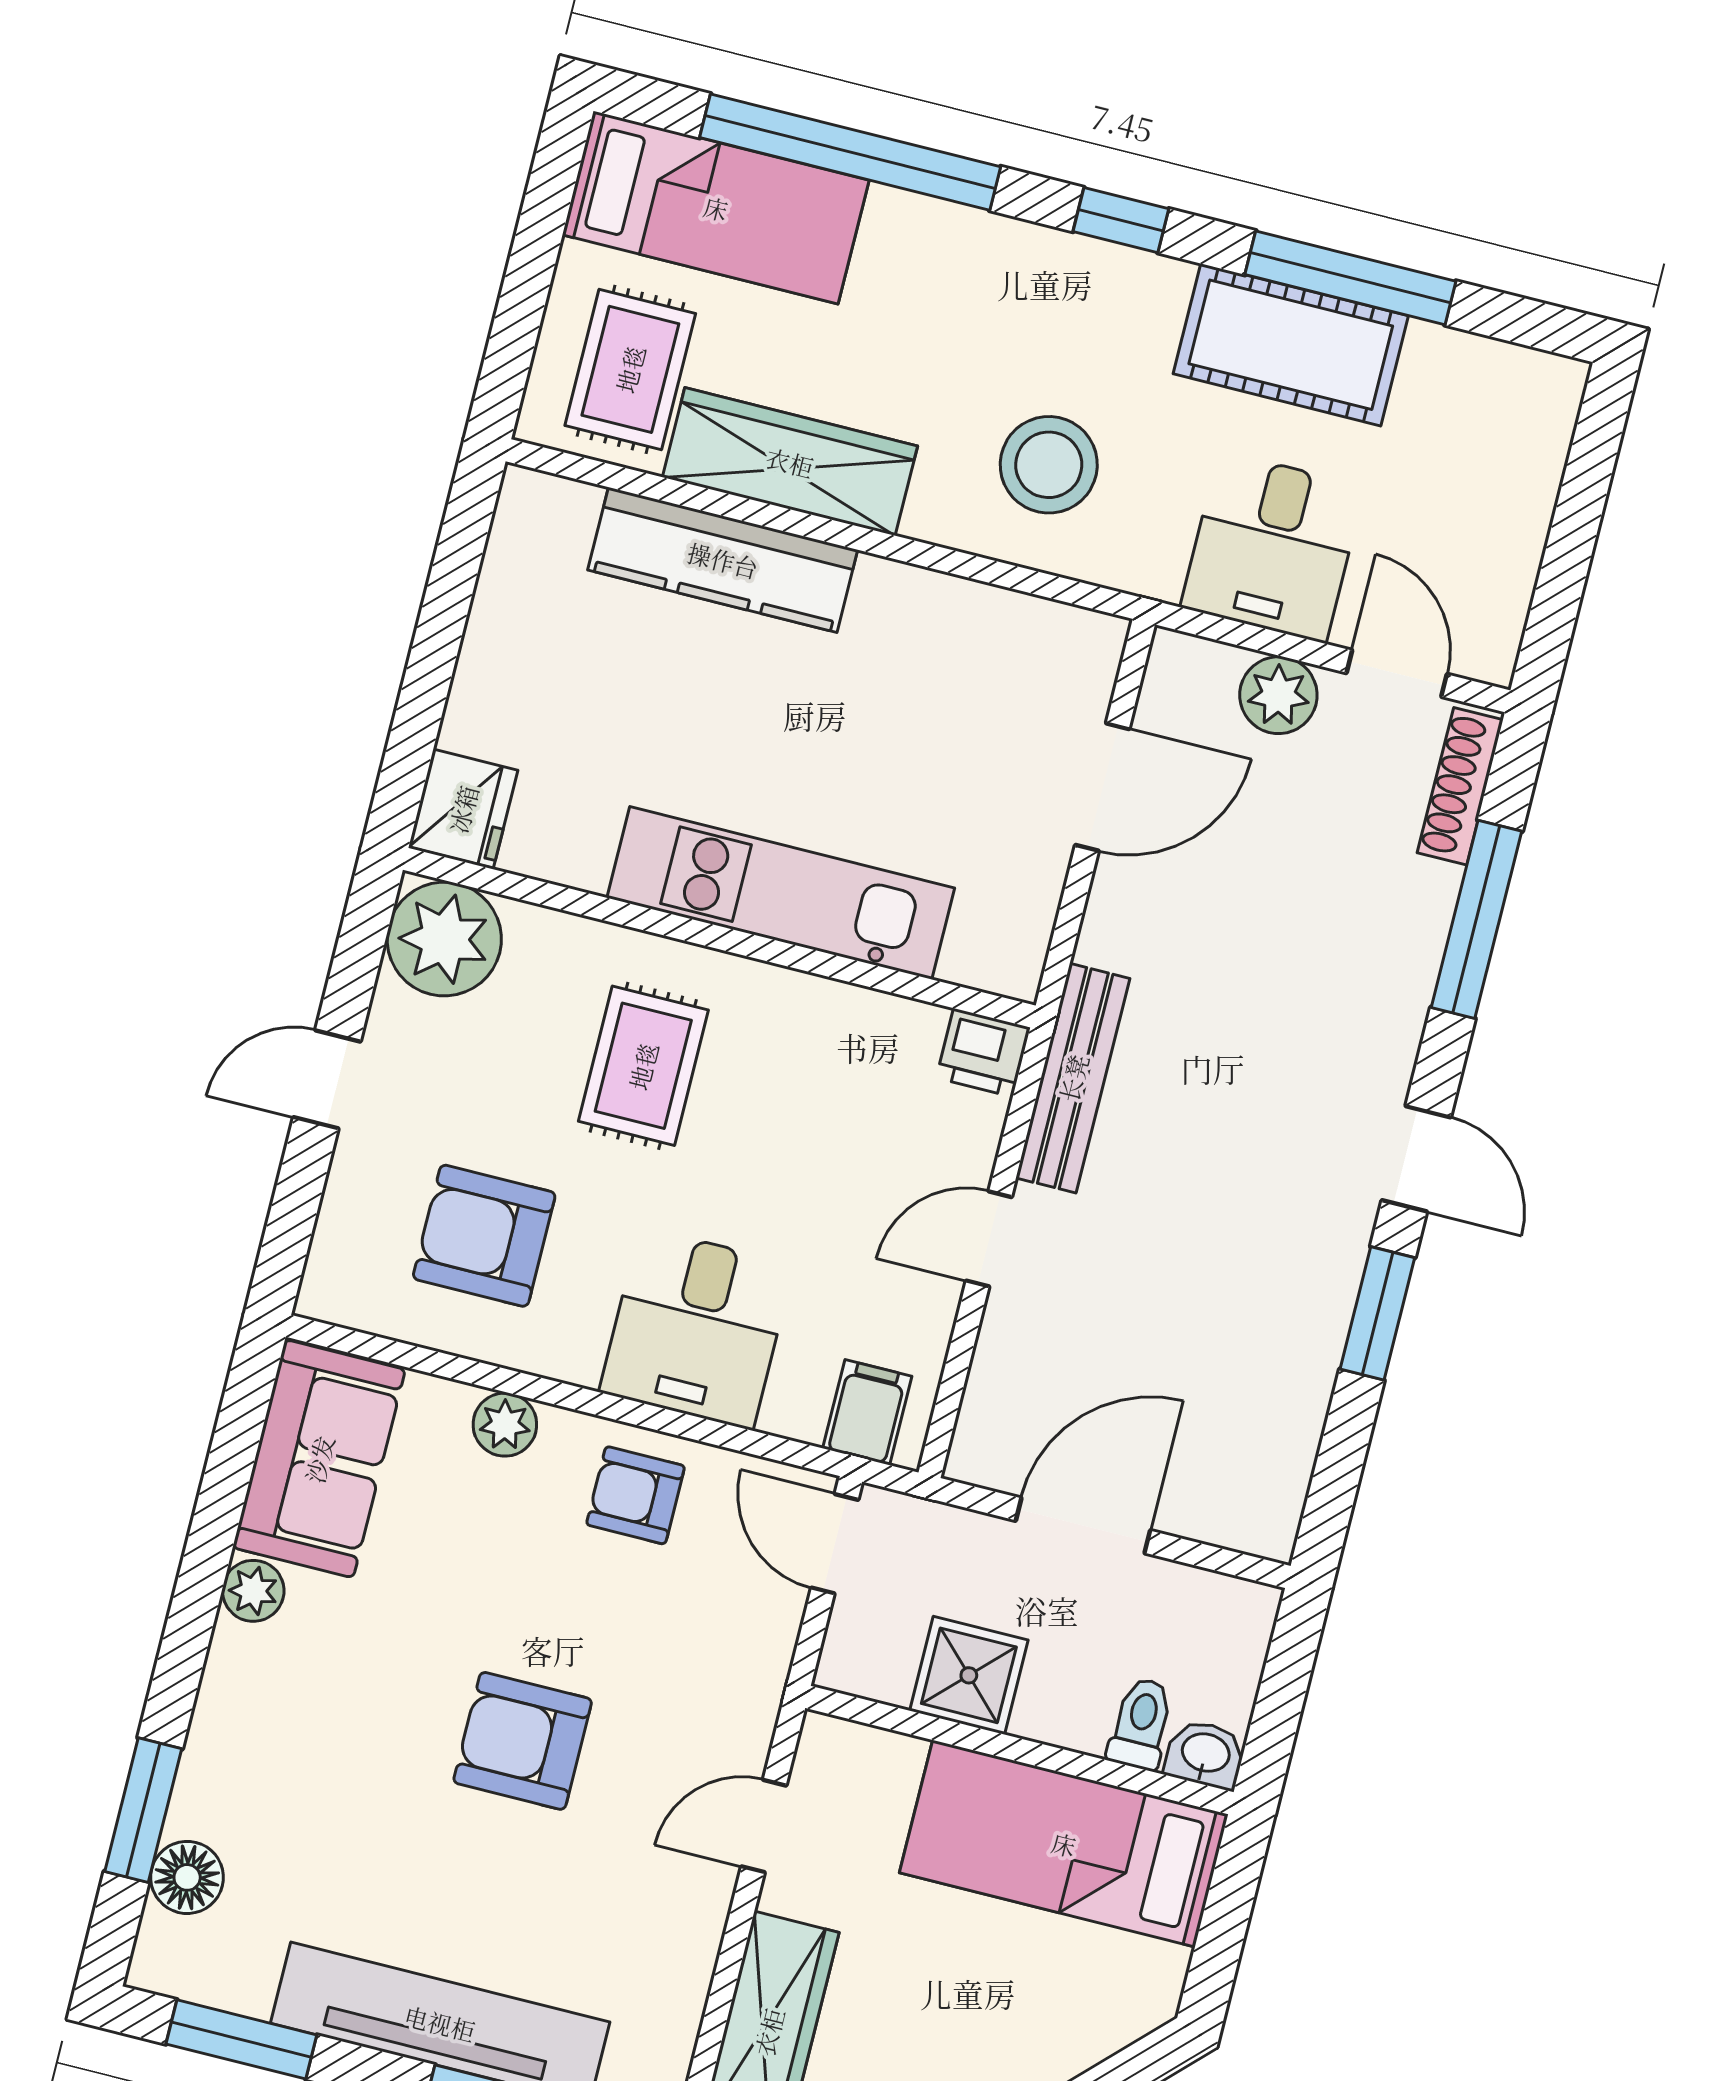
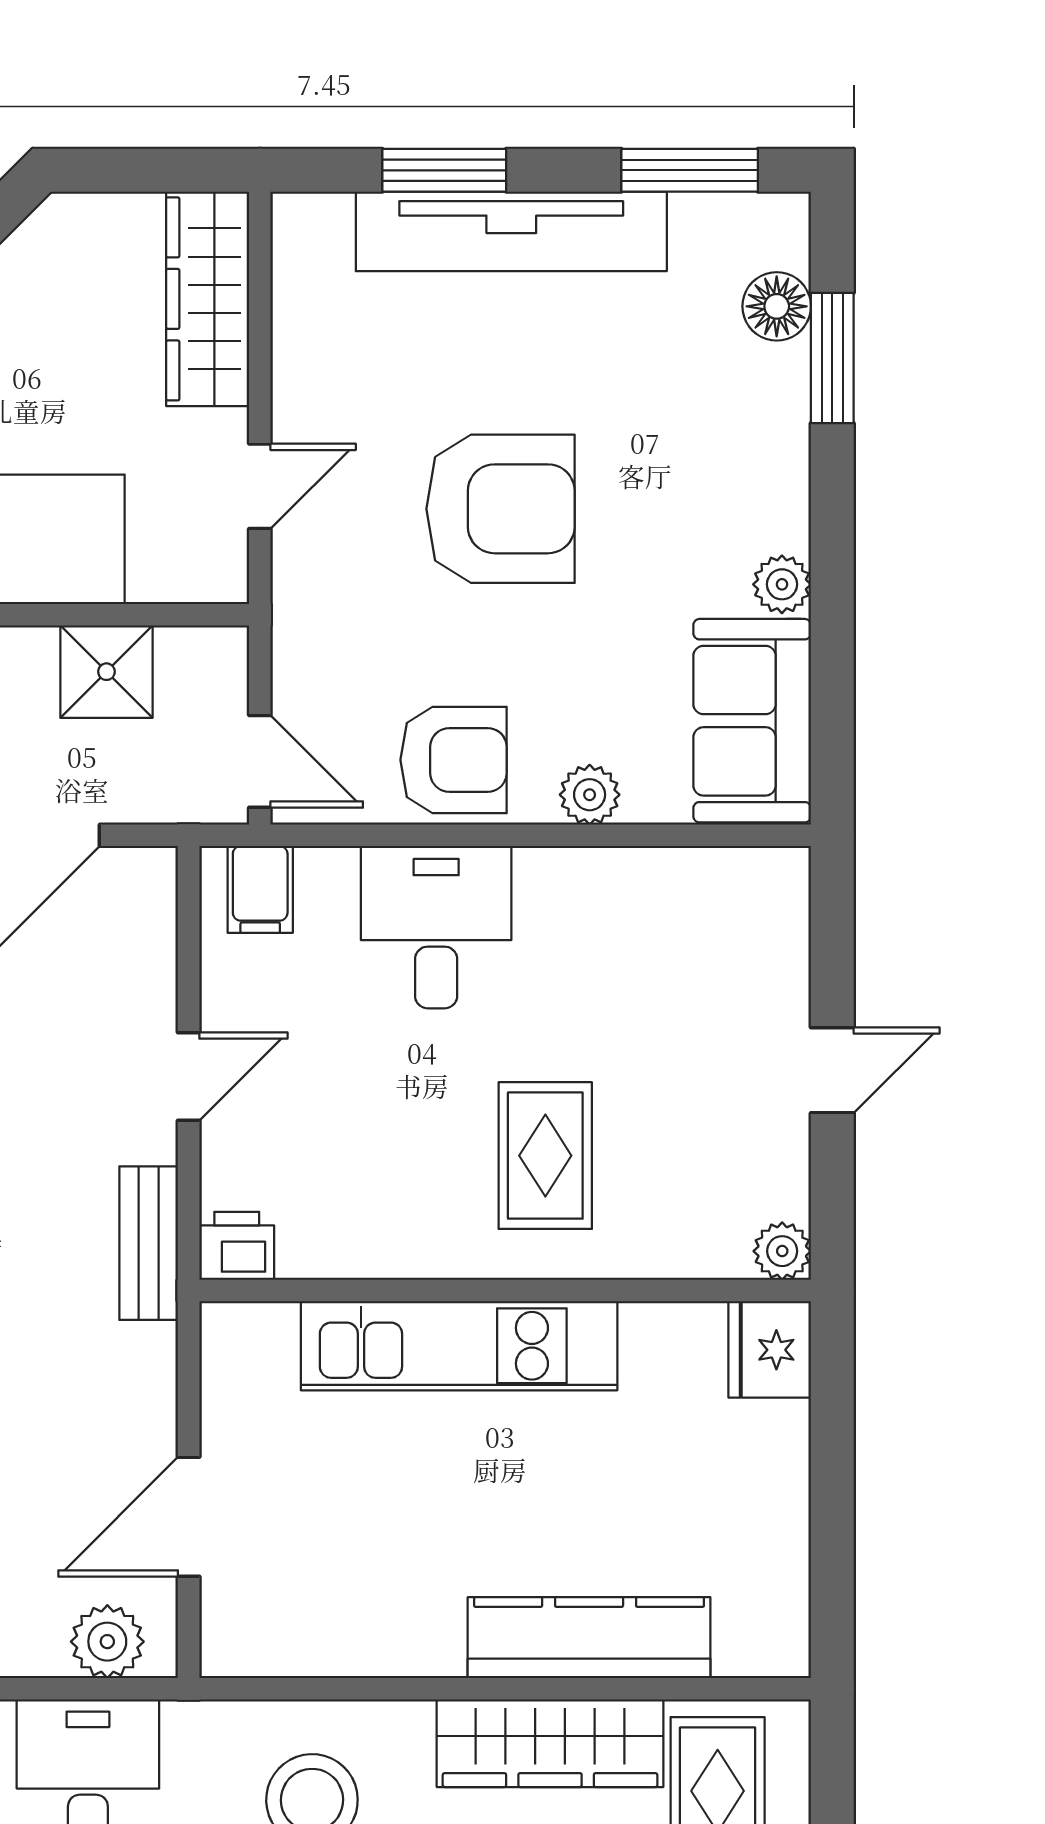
plant: (1278, 695) -> (107, 1642), moved
plant: (444, 939) -> (782, 1251), width x0.53, depth x0.53
bench: (1073, 1078) -> (149, 1243), width x0.73
armchair: (484, 1236) -> (652, 963), removed
armchair: (636, 1495) -> (454, 760), width x1.38, depth x1.38
armchair: (523, 1741) -> (500, 509), width x1.36, depth x1.36

